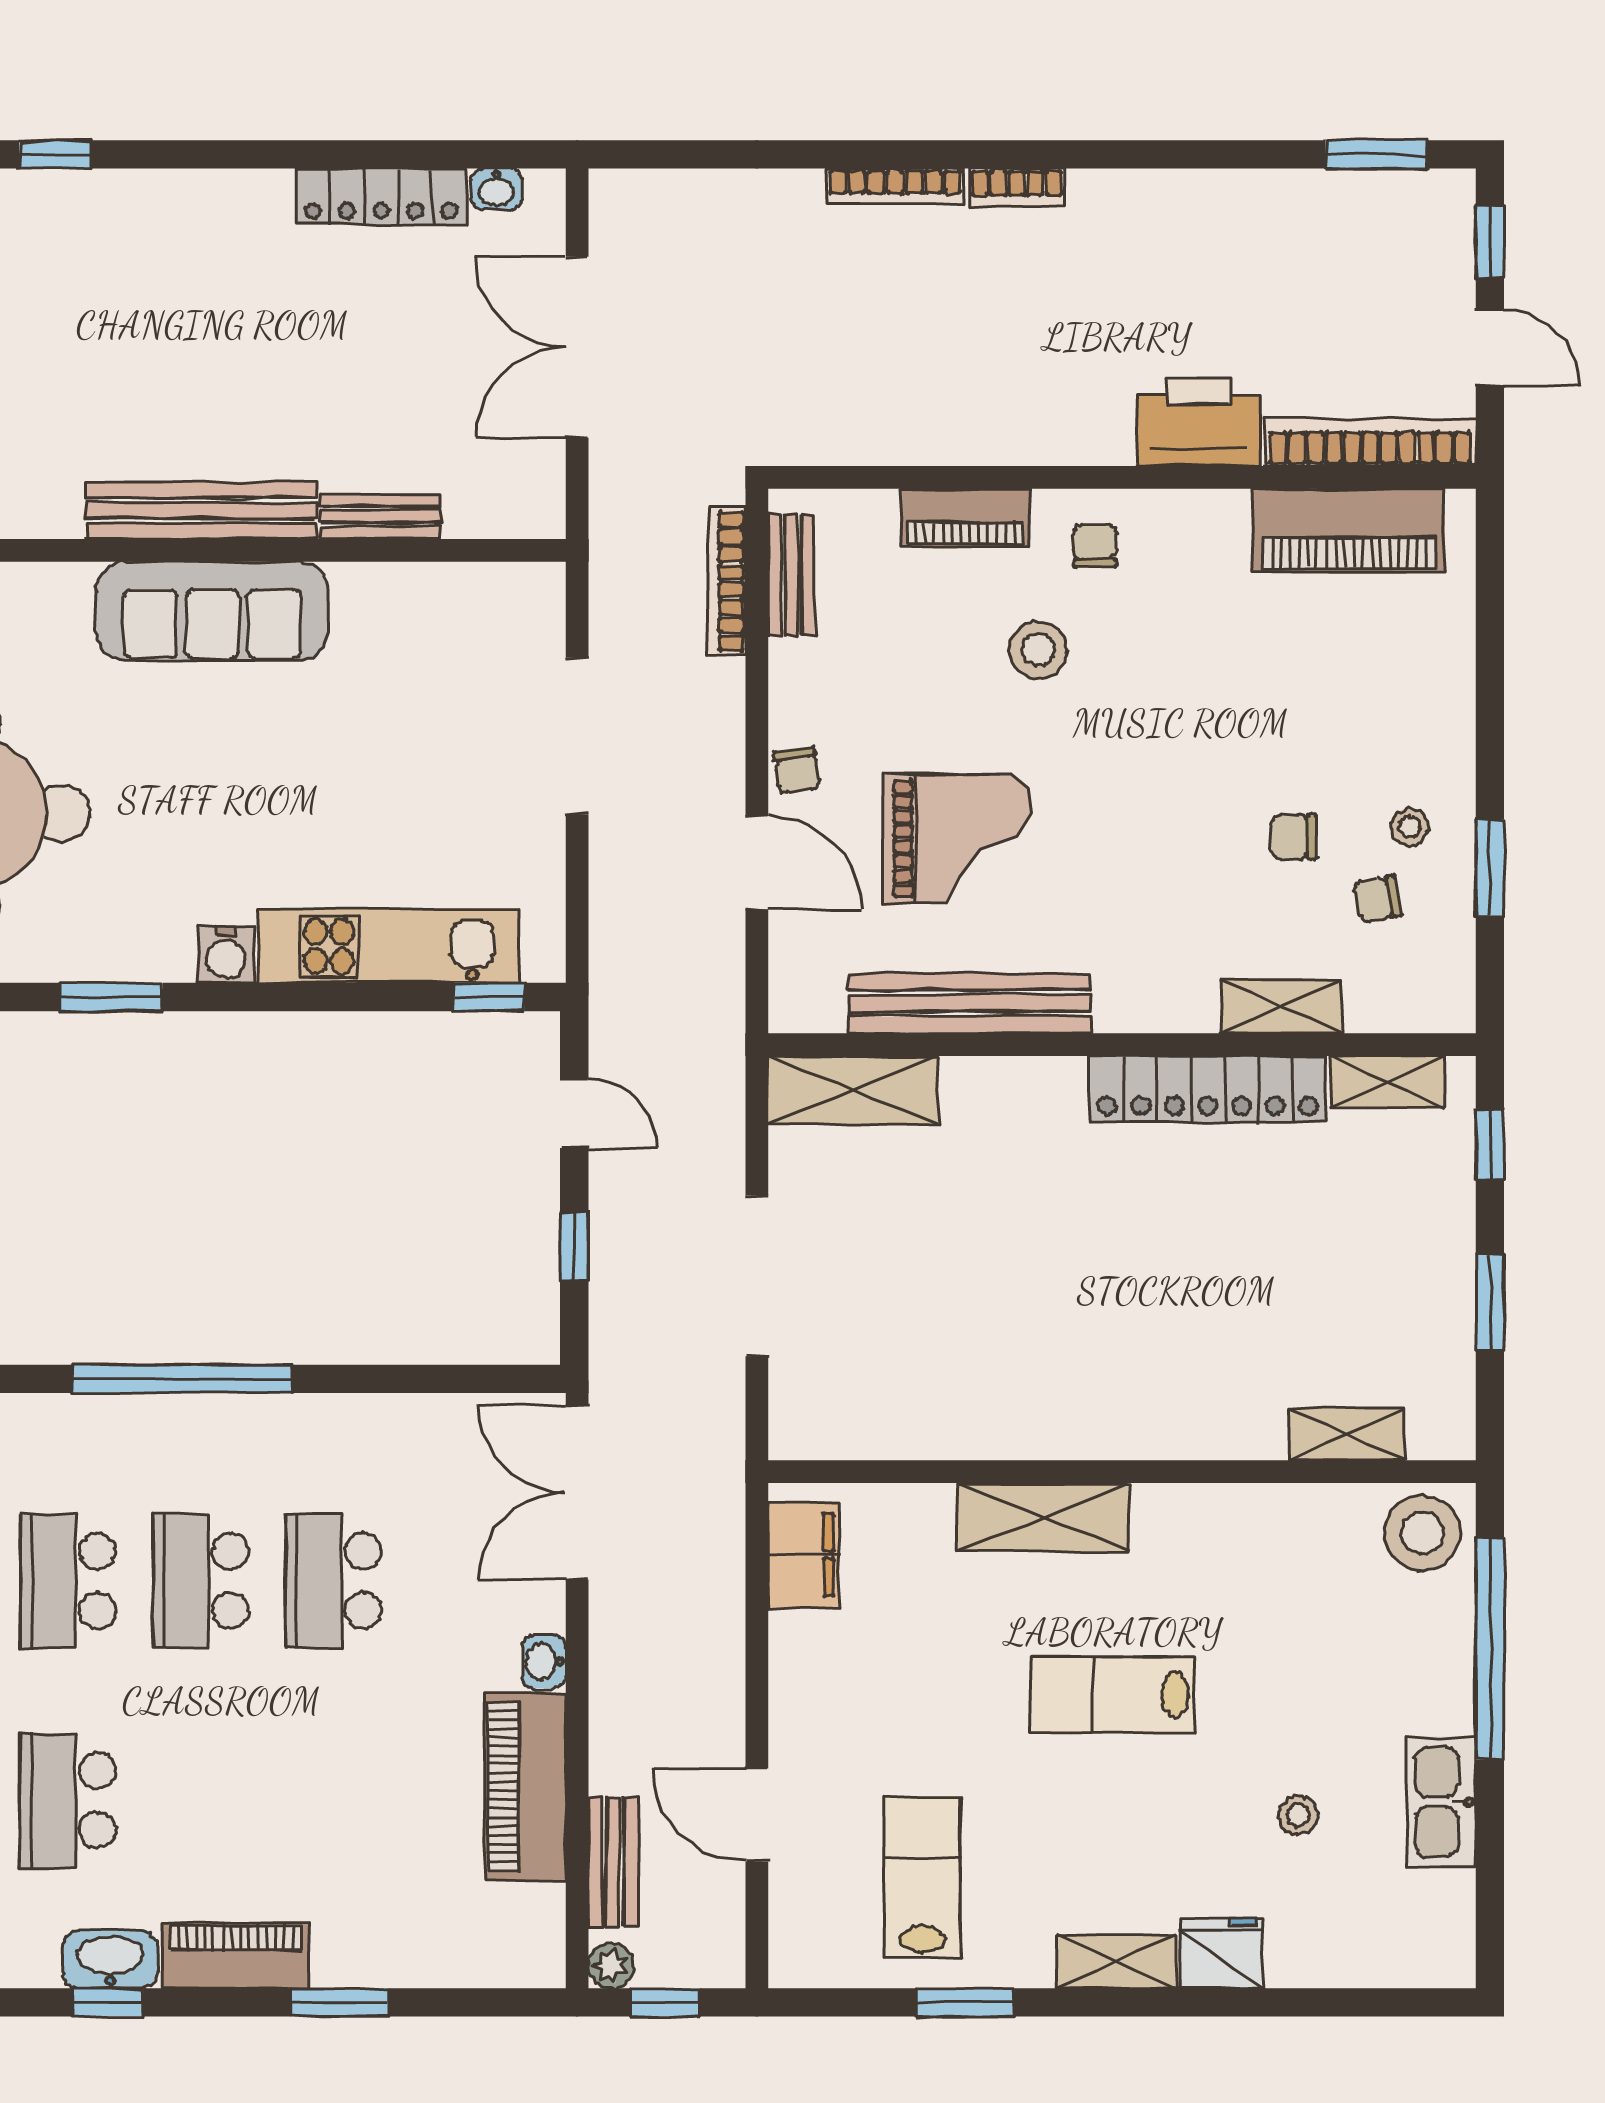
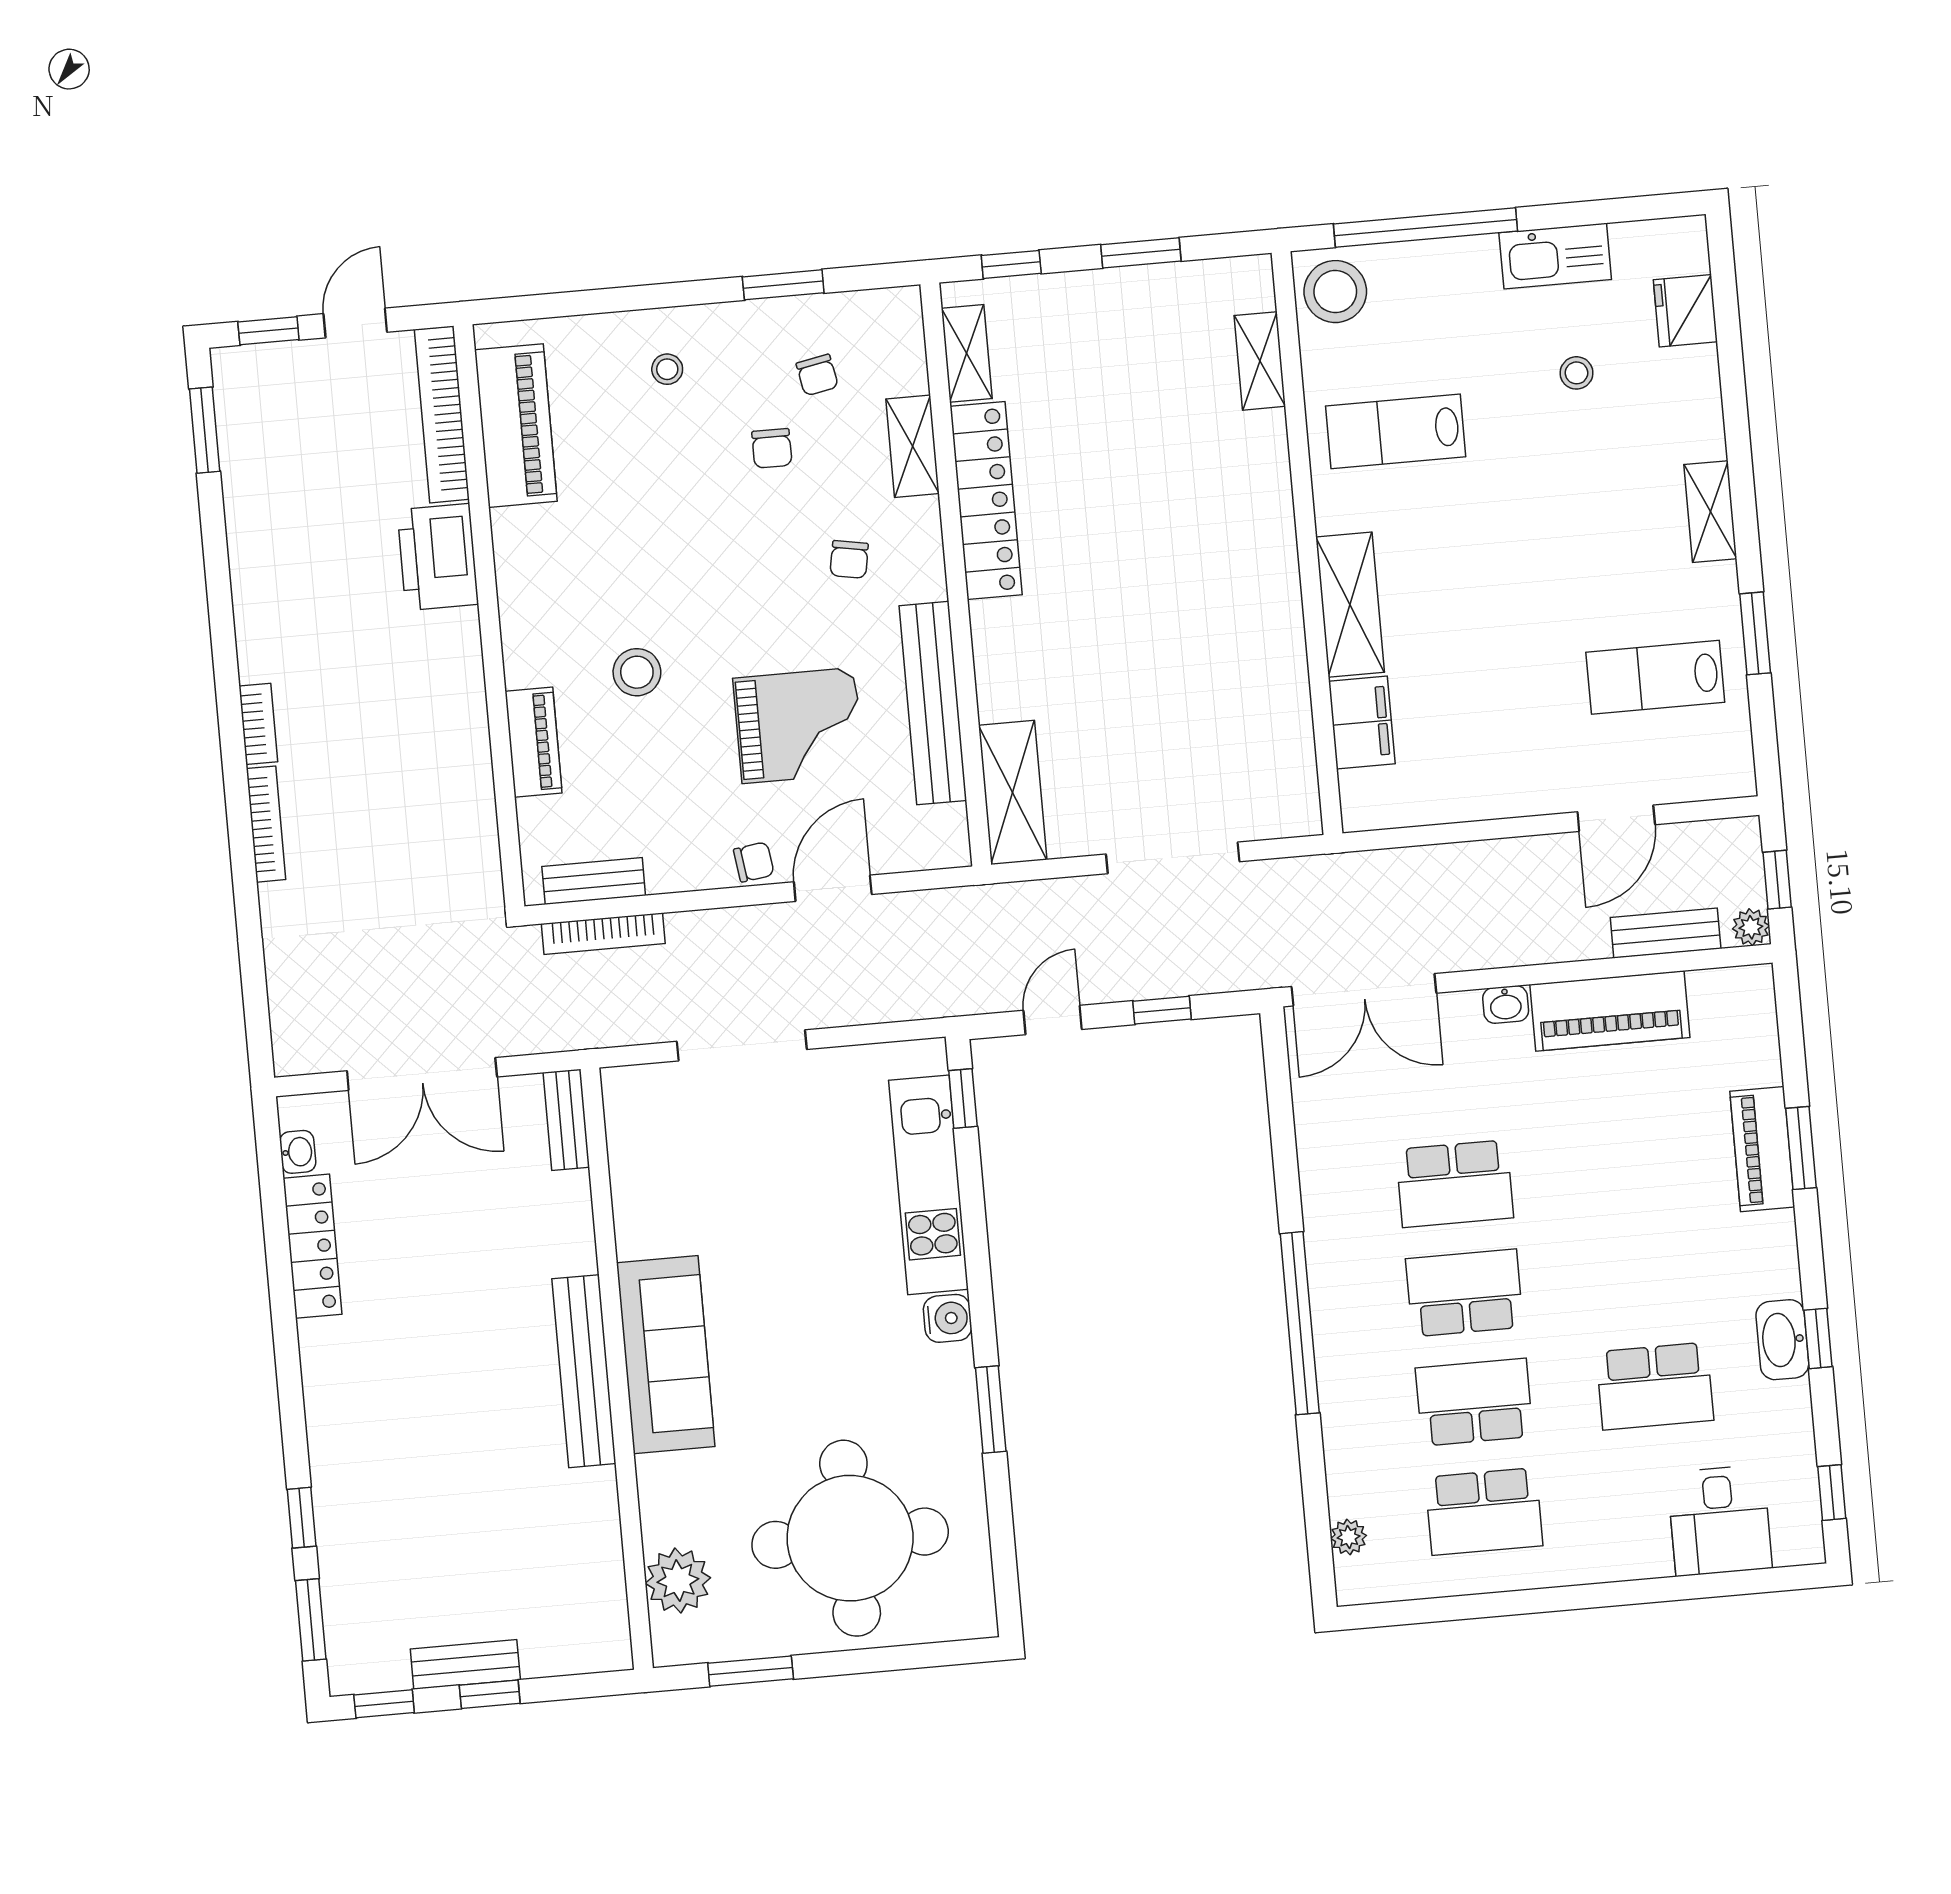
bench: (380, 516) -> (566, 1120), moved
chair: (1095, 546) -> (849, 559), moved, turned -80
stool: (1410, 827) -> (667, 369), moved
grand piano: (957, 839) -> (798, 726), turned 90
filing cabinet: (804, 1555) -> (1362, 722), moved, turned 90
school desk: (68, 1581) -> (1474, 1402), turned 180
school desk: (201, 1581) -> (1464, 1293), turned 180
lab bench: (1113, 1695) -> (1396, 431), moved, turned 90
fridge: (1222, 1953) -> (1685, 311), moved
piano: (236, 1956) -> (1762, 1149), moved

